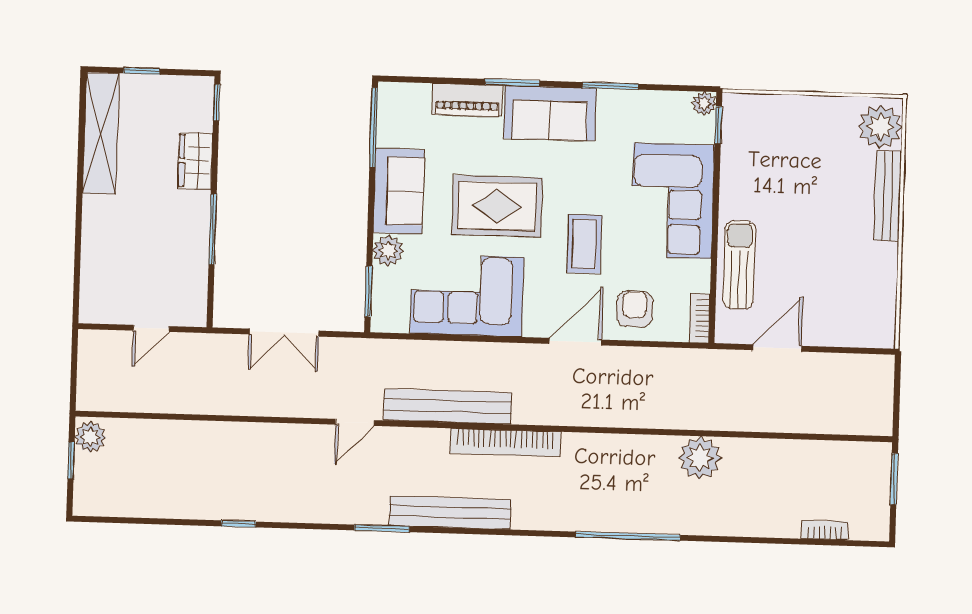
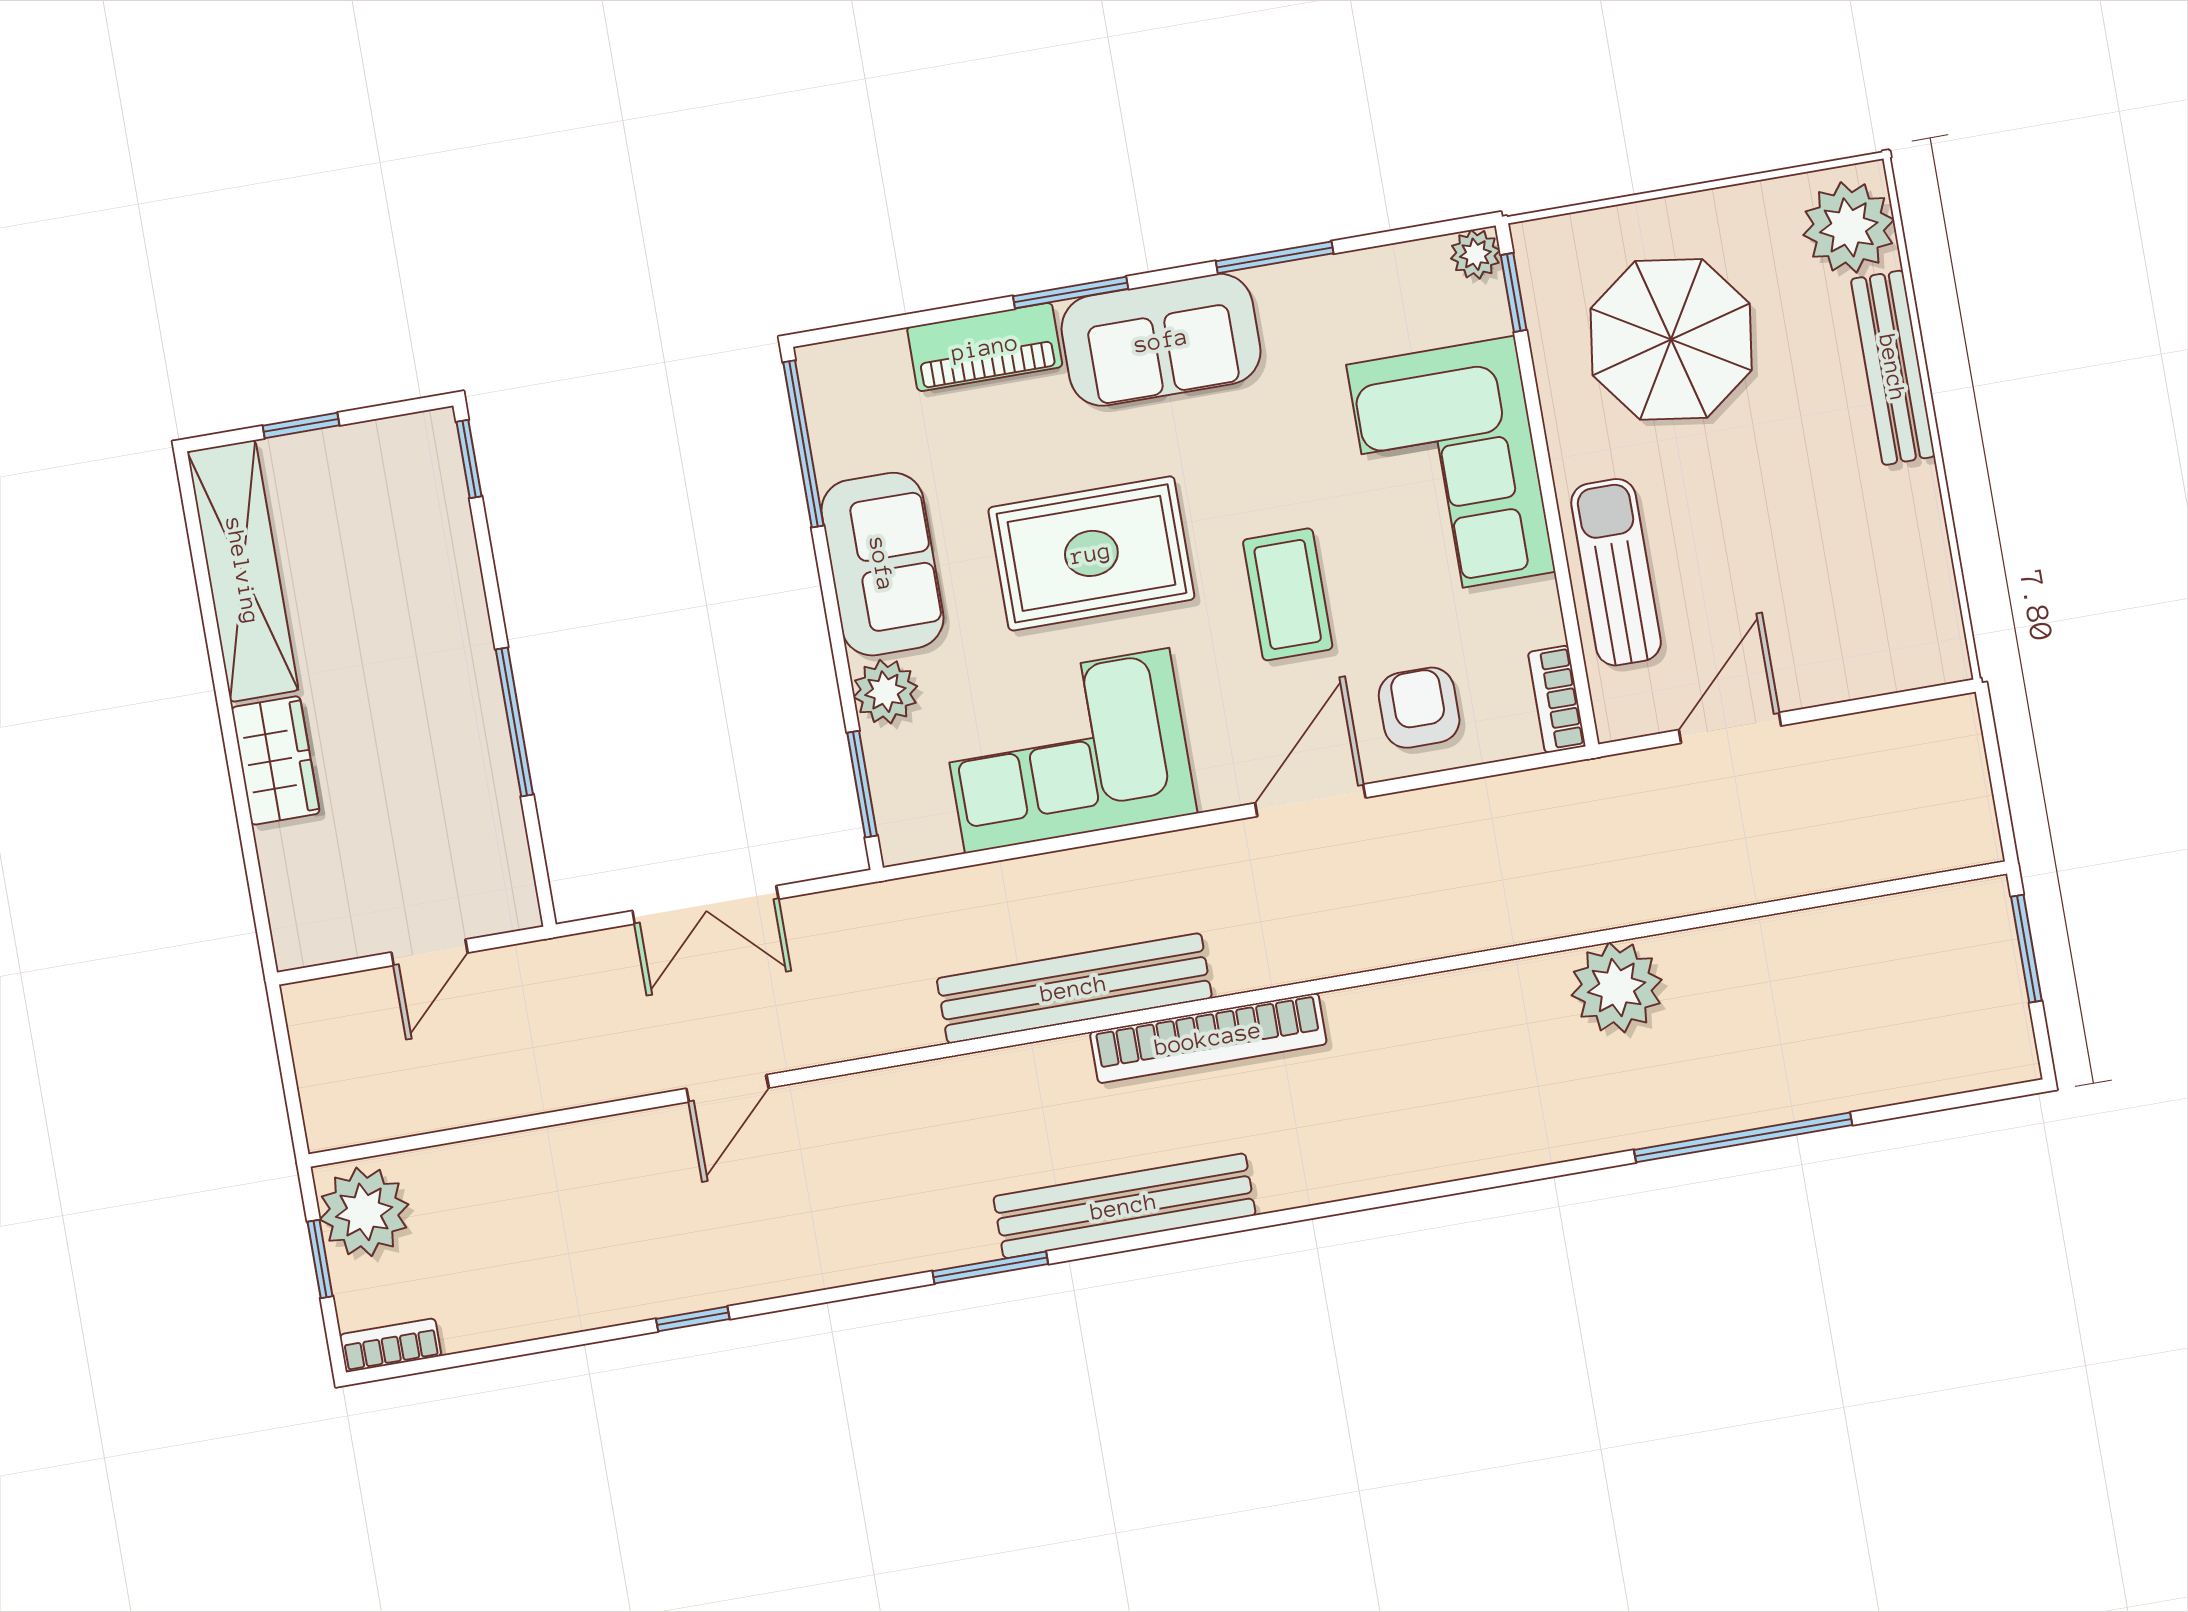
wardrobe: (195, 161) -> (276, 760), moved, turned 180
parasol: (787, 162) -> (1671, 339), added
door: (355, 422) -> (728, 1088), moved
plant: (90, 437) -> (364, 1212), width x1.36, depth x1.36
bookcase: (825, 530) -> (390, 1345), moved
window: (628, 536) -> (1743, 1137), moved

